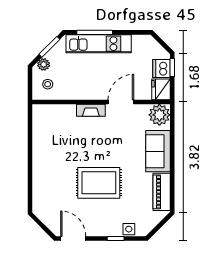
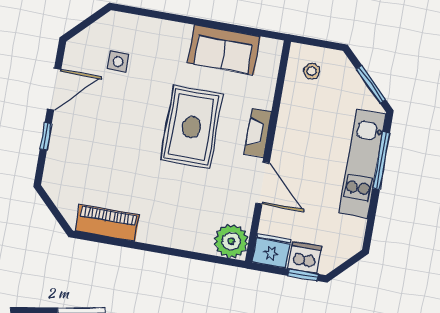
plant: (44, 64) -> (344, 70), removed
sofa: (158, 151) -> (224, 50), moved, turned 180
rug: (99, 183) -> (192, 127), moved
side table: (129, 229) -> (118, 62), moved
door: (73, 238) -> (54, 89), moved

